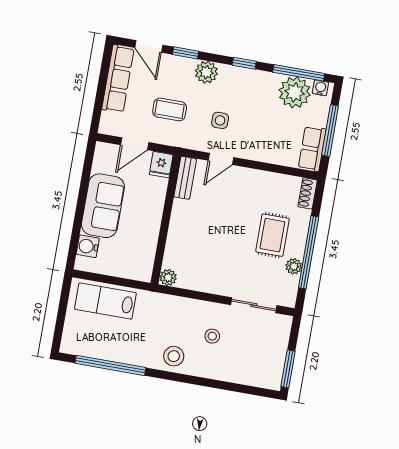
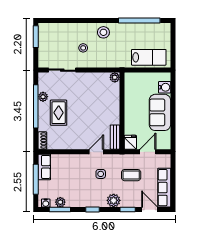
window: (299, 73) -> (60, 210), width x0.69
plant: (295, 92) -> (60, 202), width x0.53, depth x0.53

